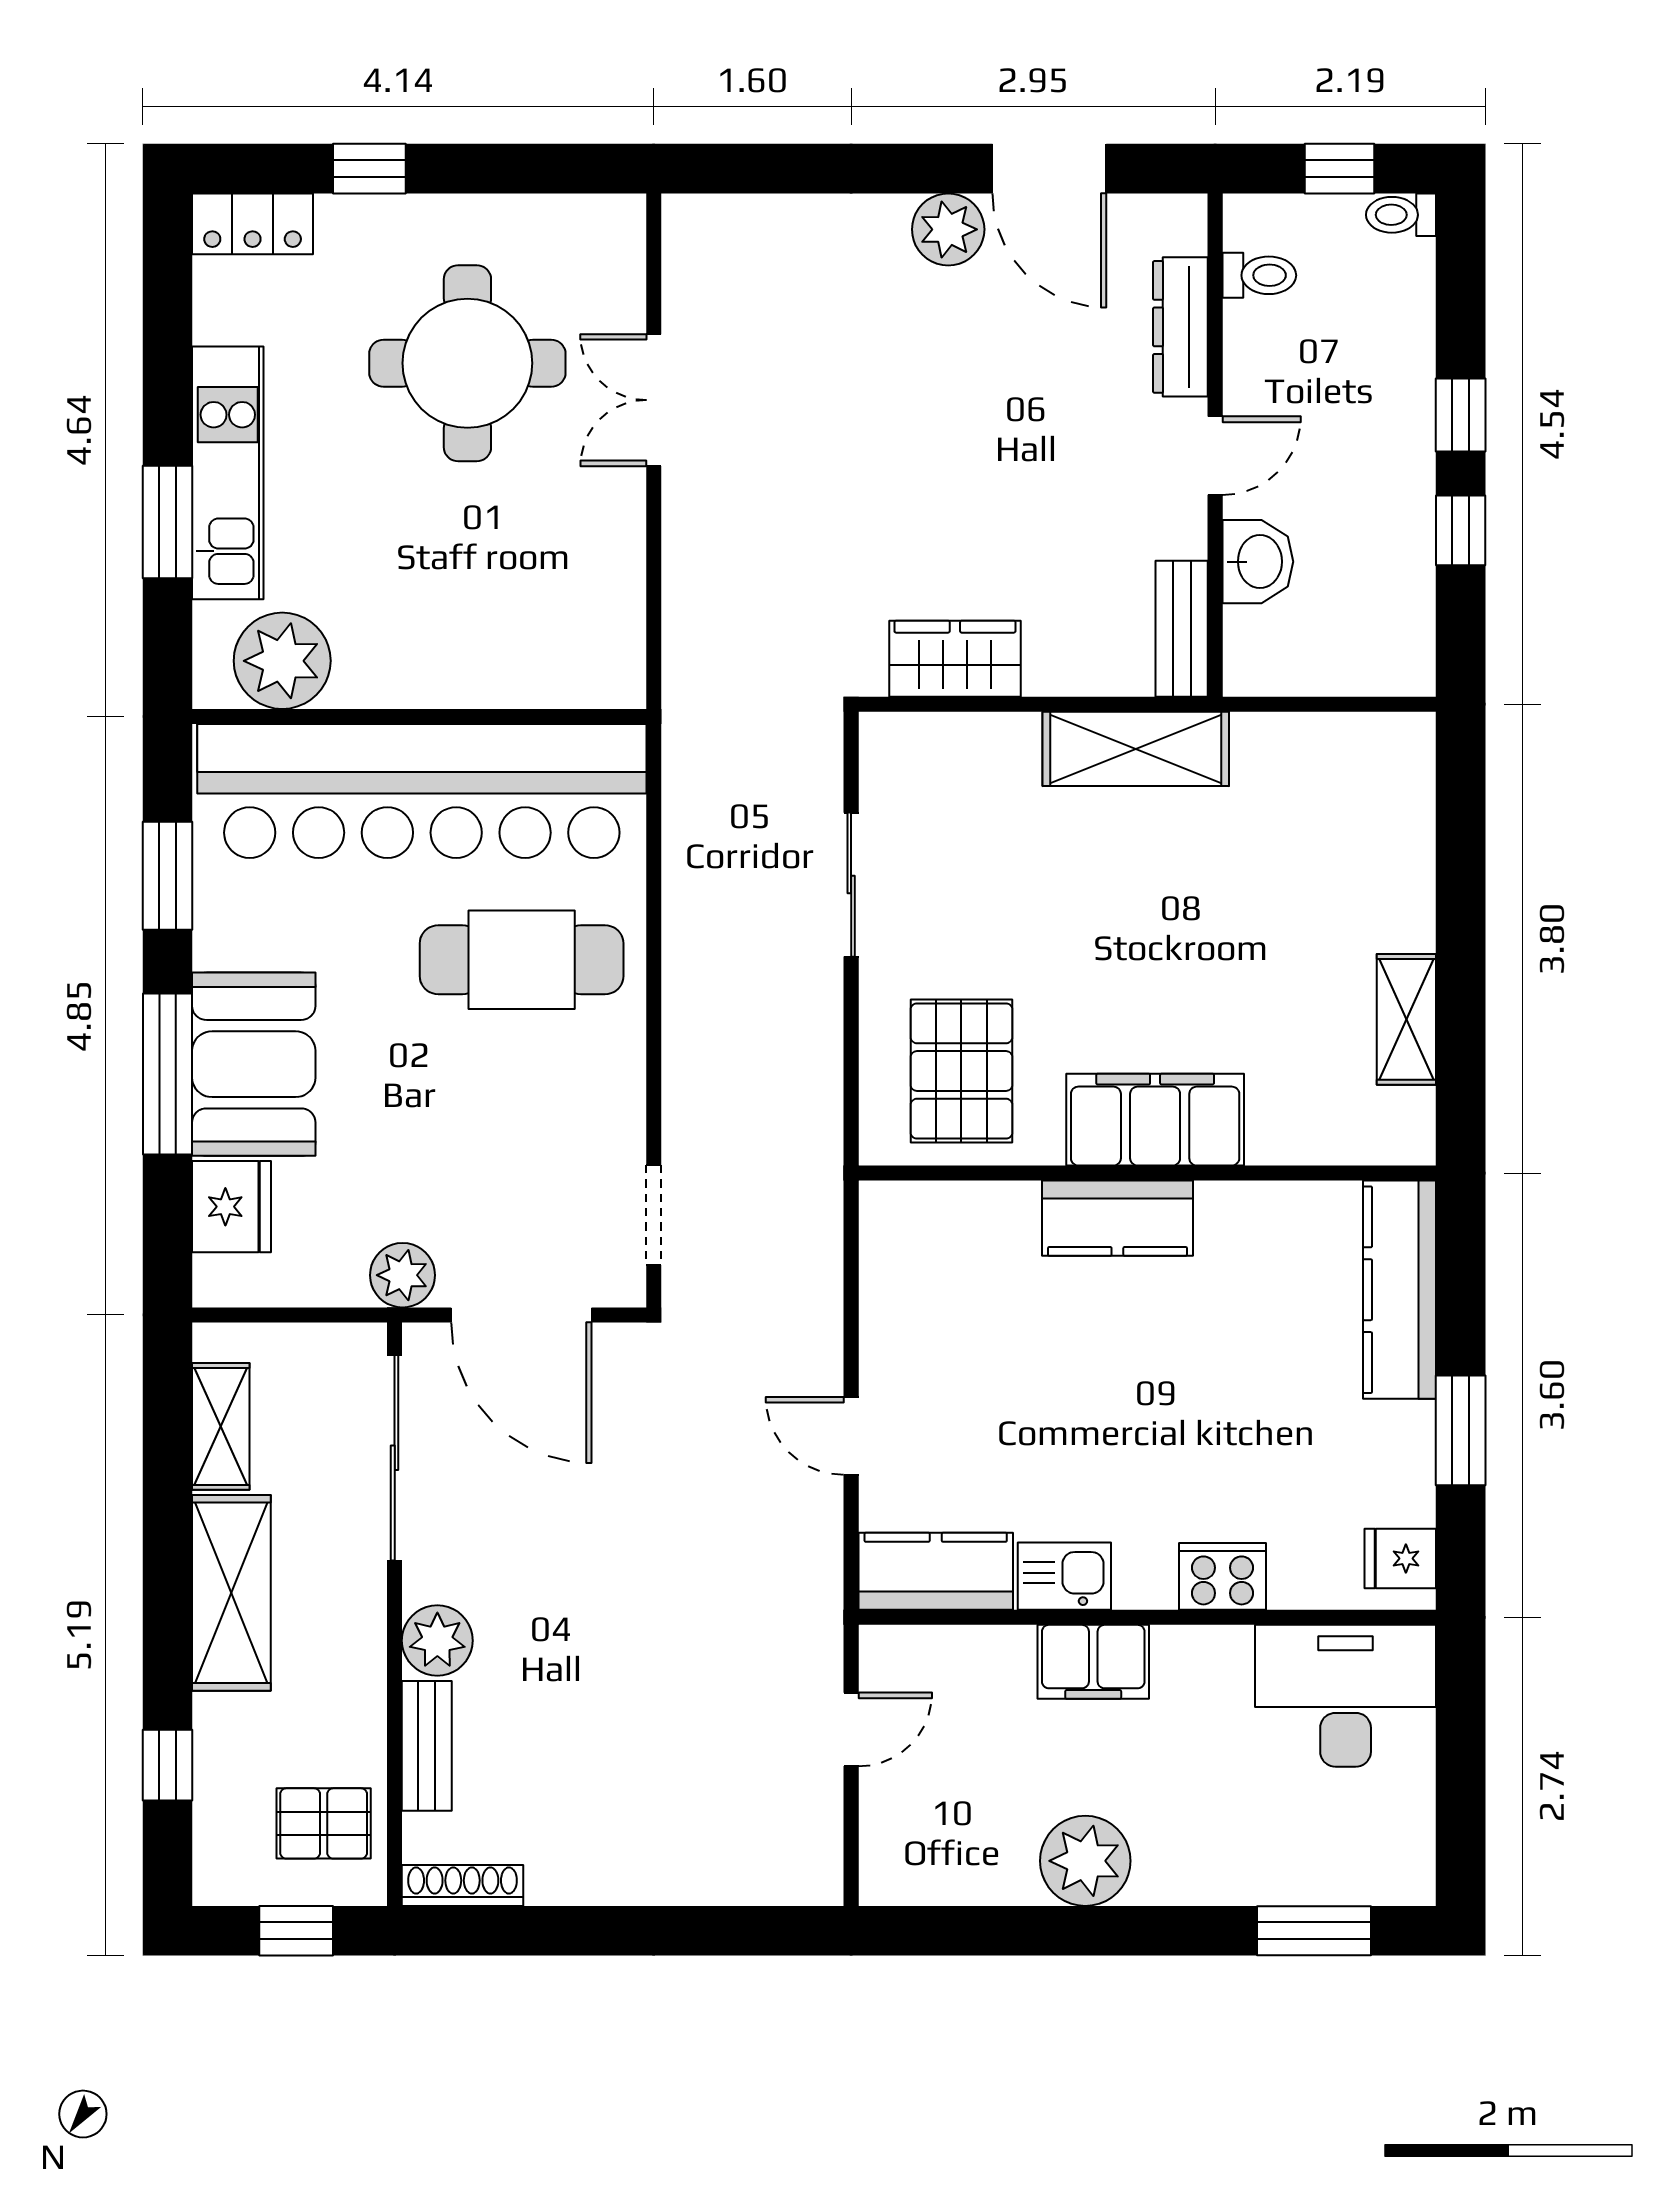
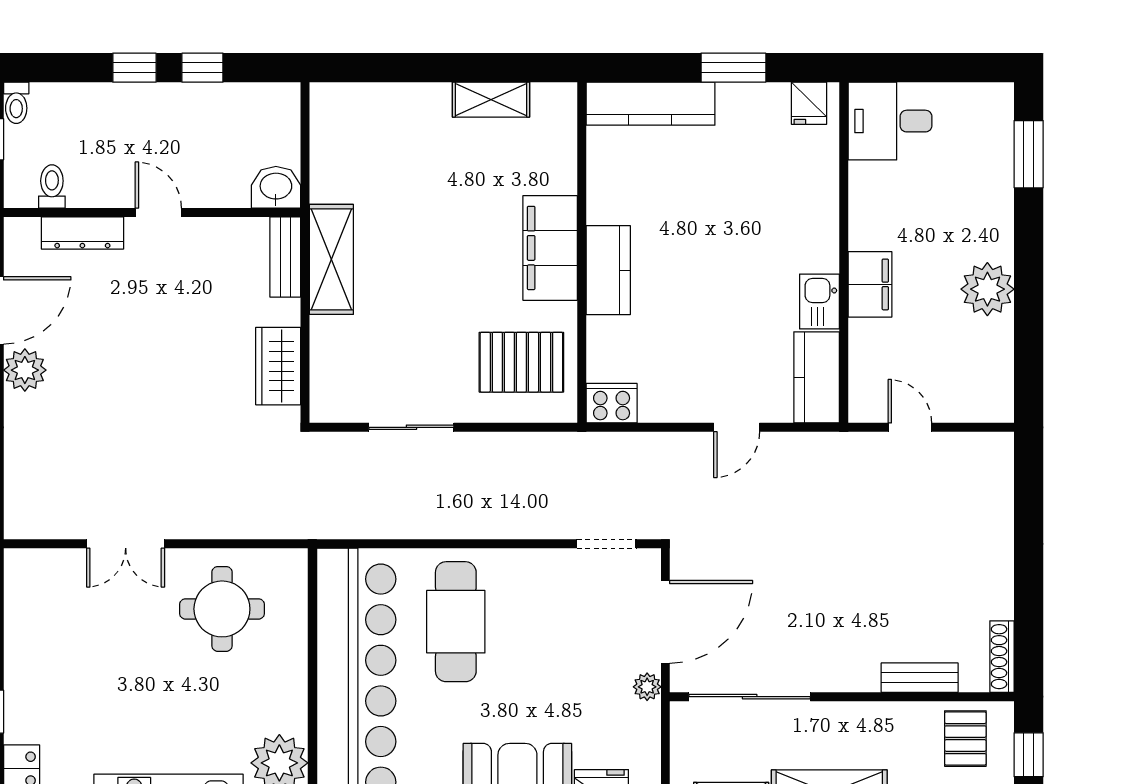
round table: (467, 363) -> (222, 609), moved, width x0.73, depth x0.73
washbasin: (1258, 562) -> (276, 187), moved
bench: (1182, 629) -> (285, 257), moved, turned 90
plant: (403, 1275) -> (647, 687), width x0.73, depth x0.73
cooker: (1223, 1576) -> (612, 403), moved, turned 90
plant: (437, 1641) -> (857, 671), removed
desk: (1346, 1696) -> (890, 121), width x0.73

